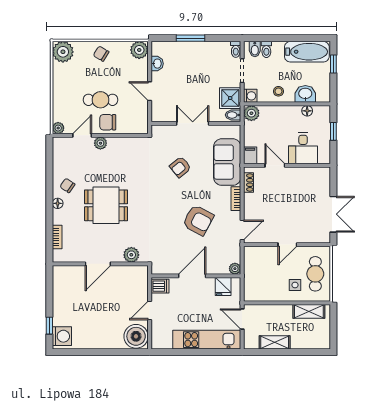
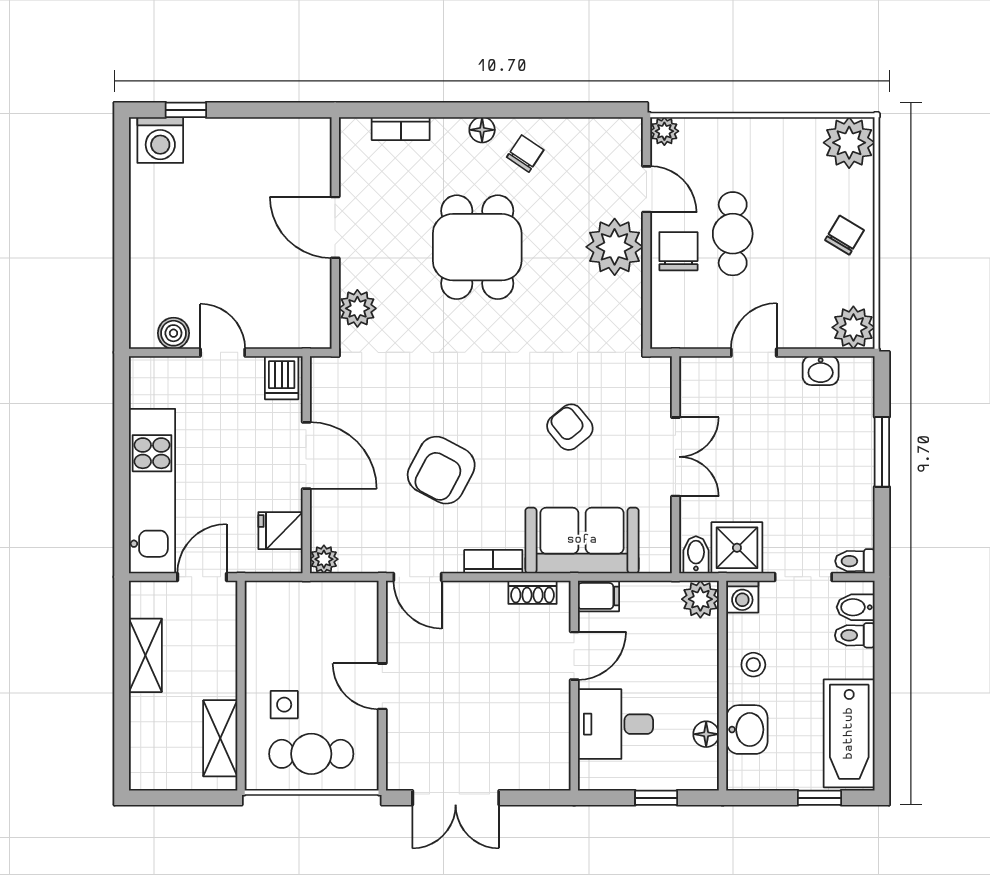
plant: (100, 143) -> (615, 247), width x1.88, depth x1.88
boiler: (136, 336) -> (173, 333), width x0.54, depth x0.54

